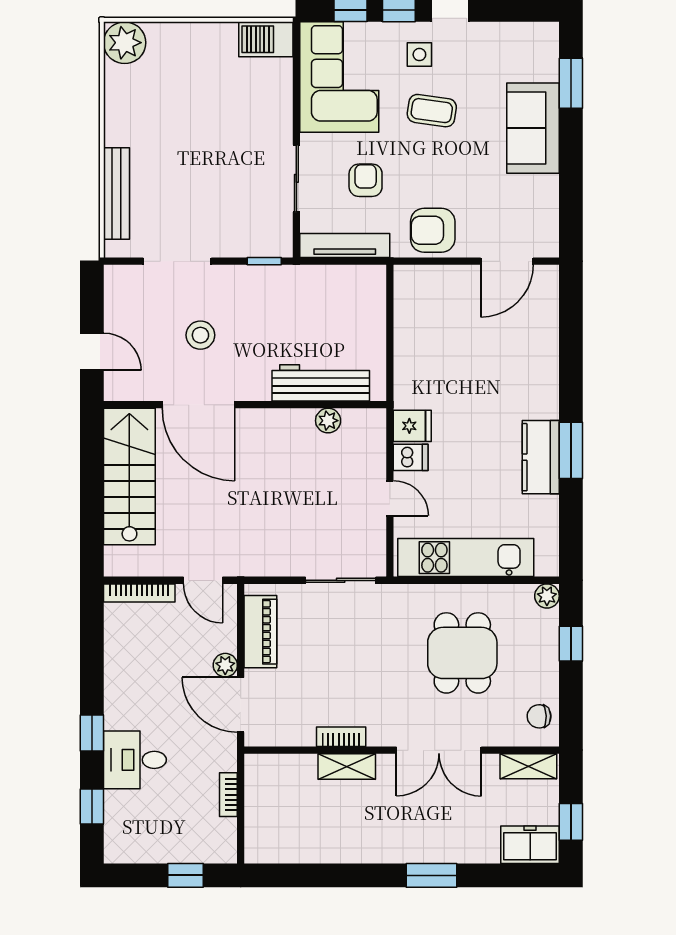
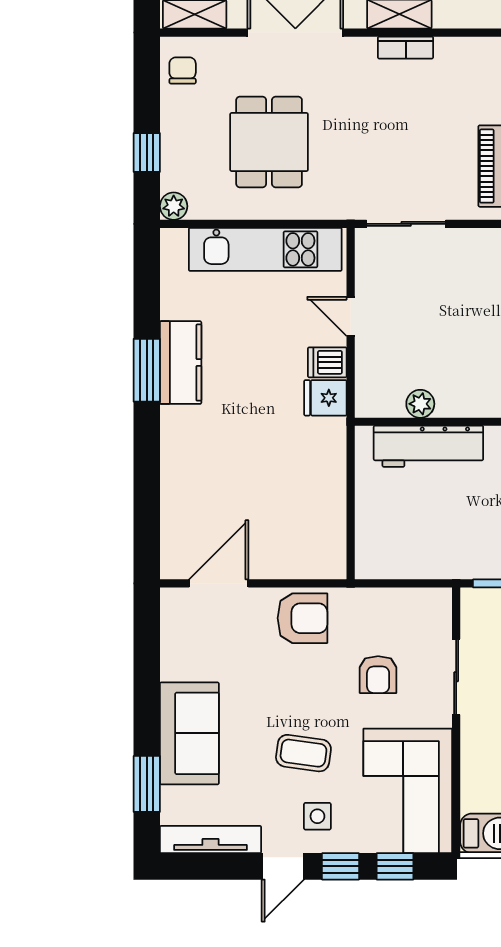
tv unit: (345, 245) -> (211, 839), moved, turned 180
chair: (539, 716) -> (183, 70), turned -88

